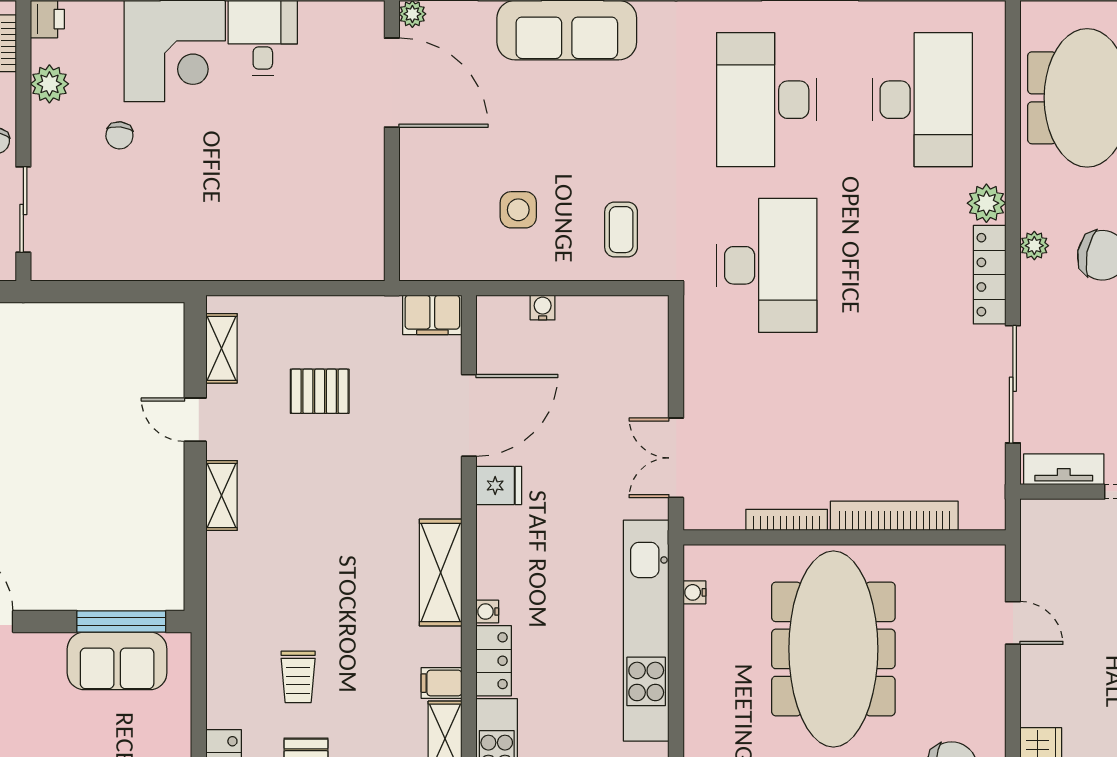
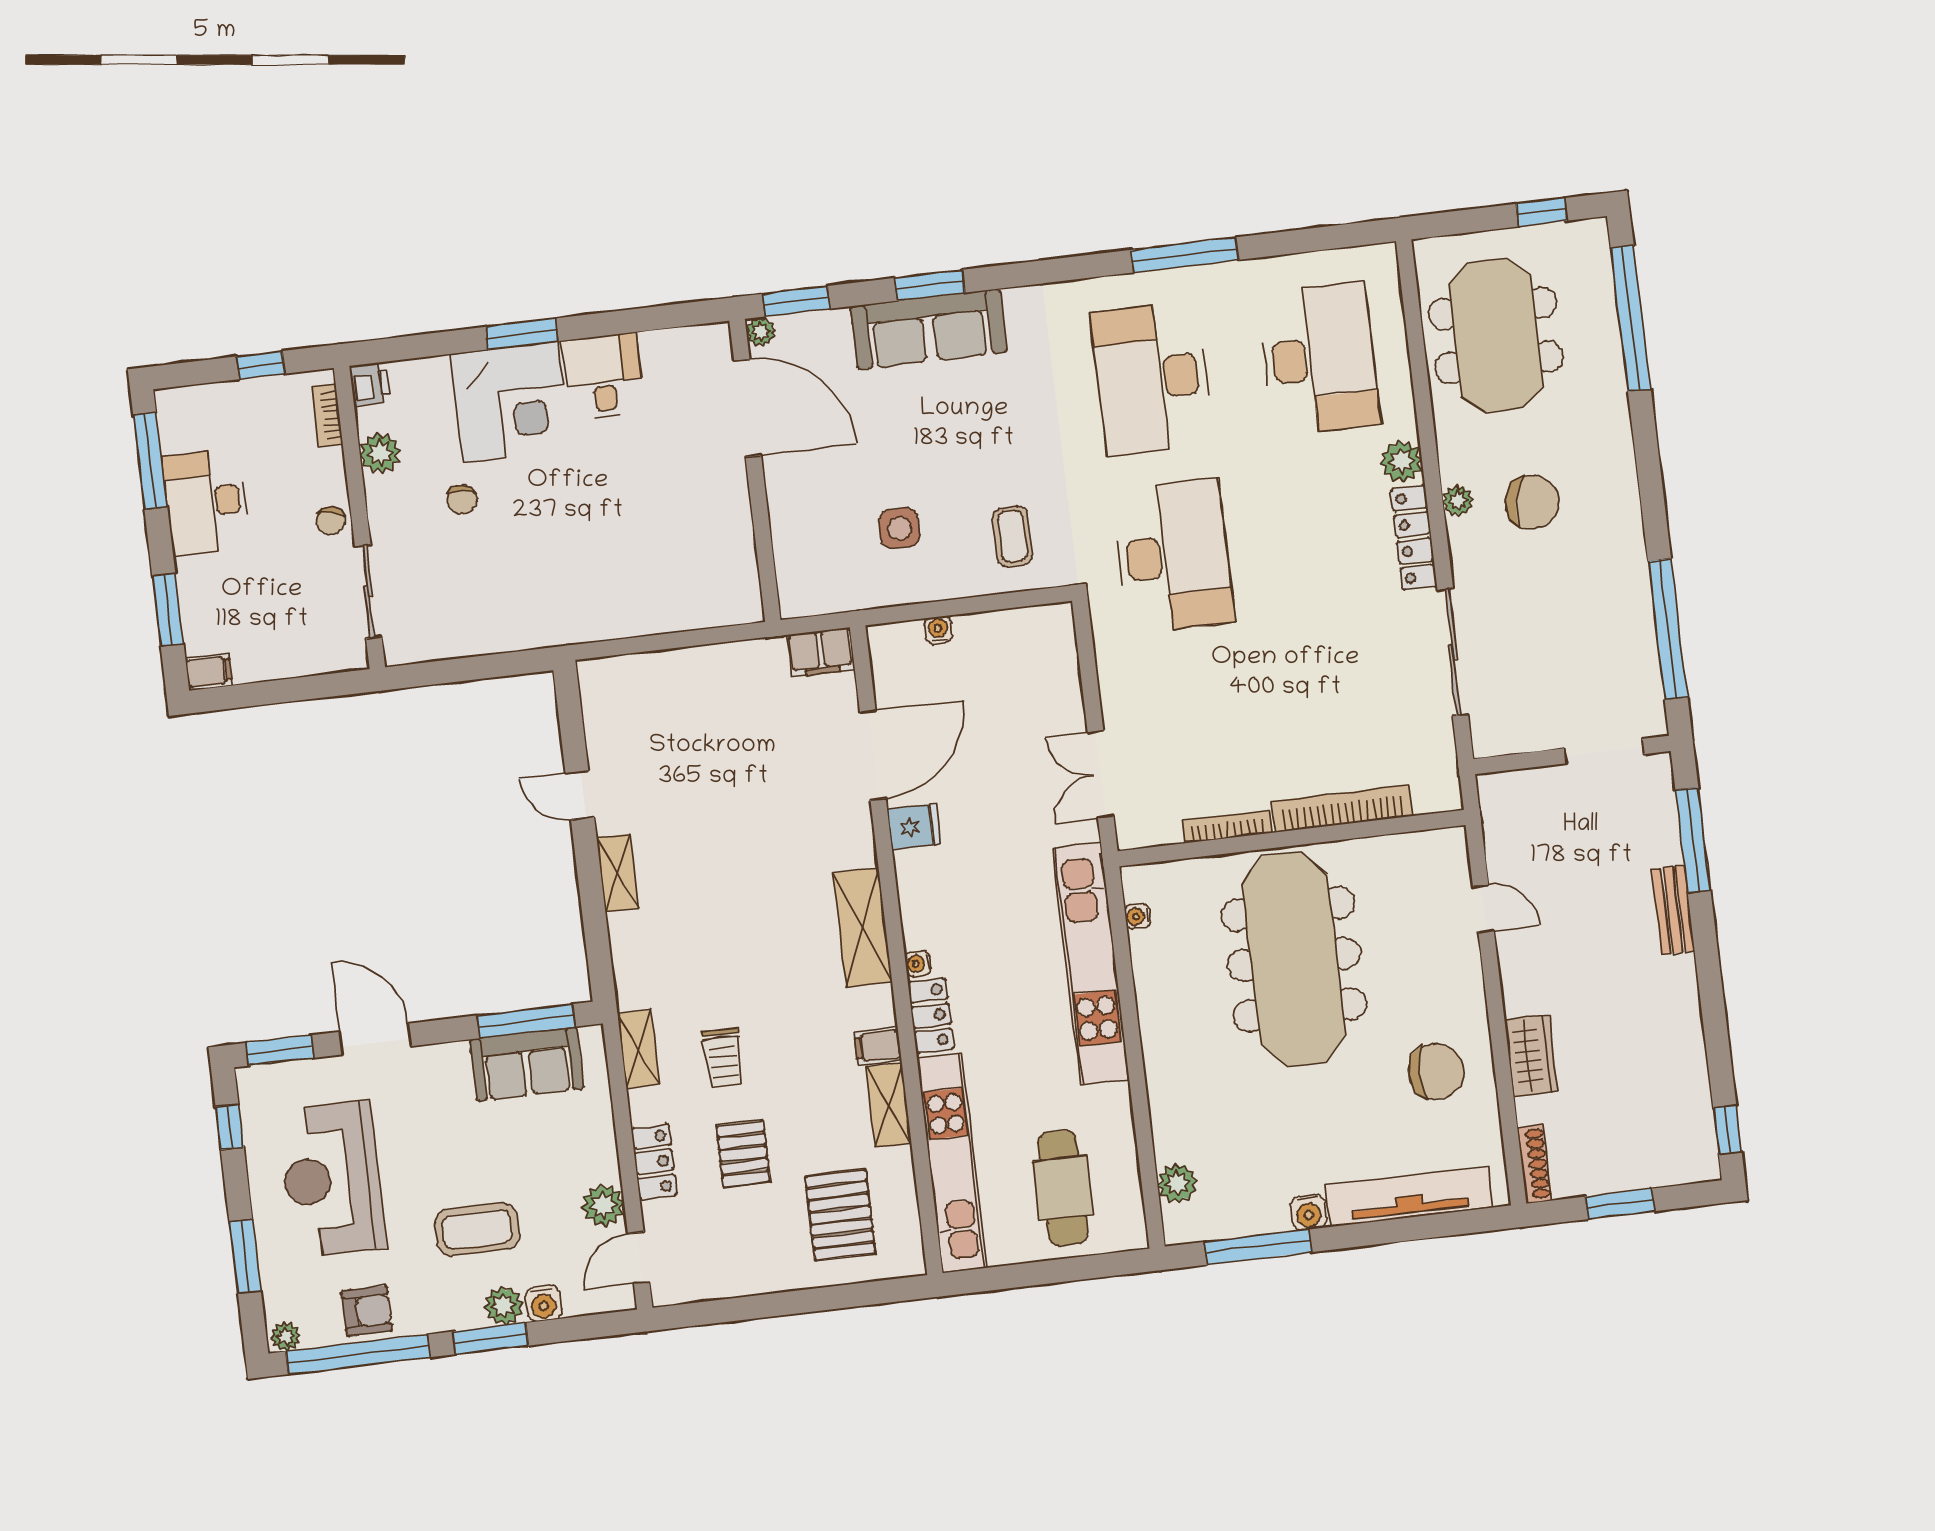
shelving: (221, 348) -> (639, 1049), moved
pallet: (320, 391) -> (710, 749), removed
tv unit: (1064, 469) -> (1518, 737), removed

